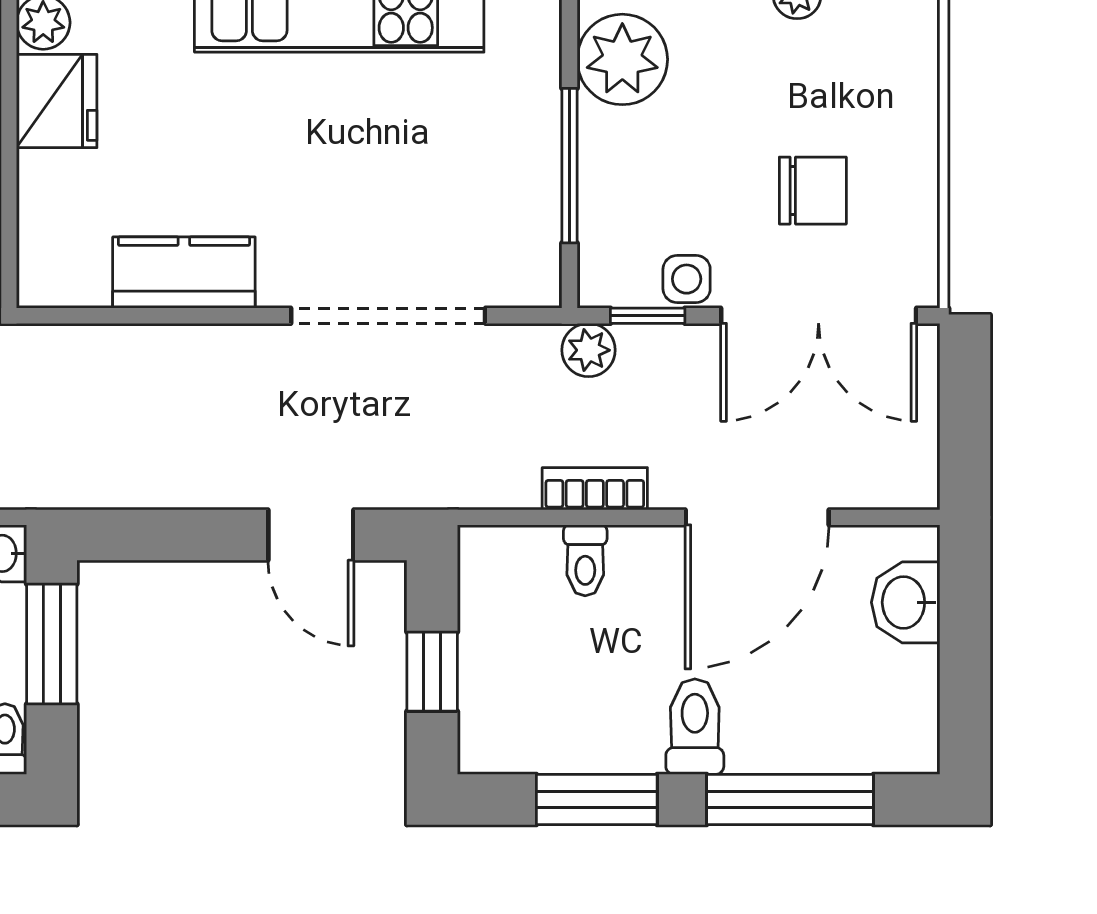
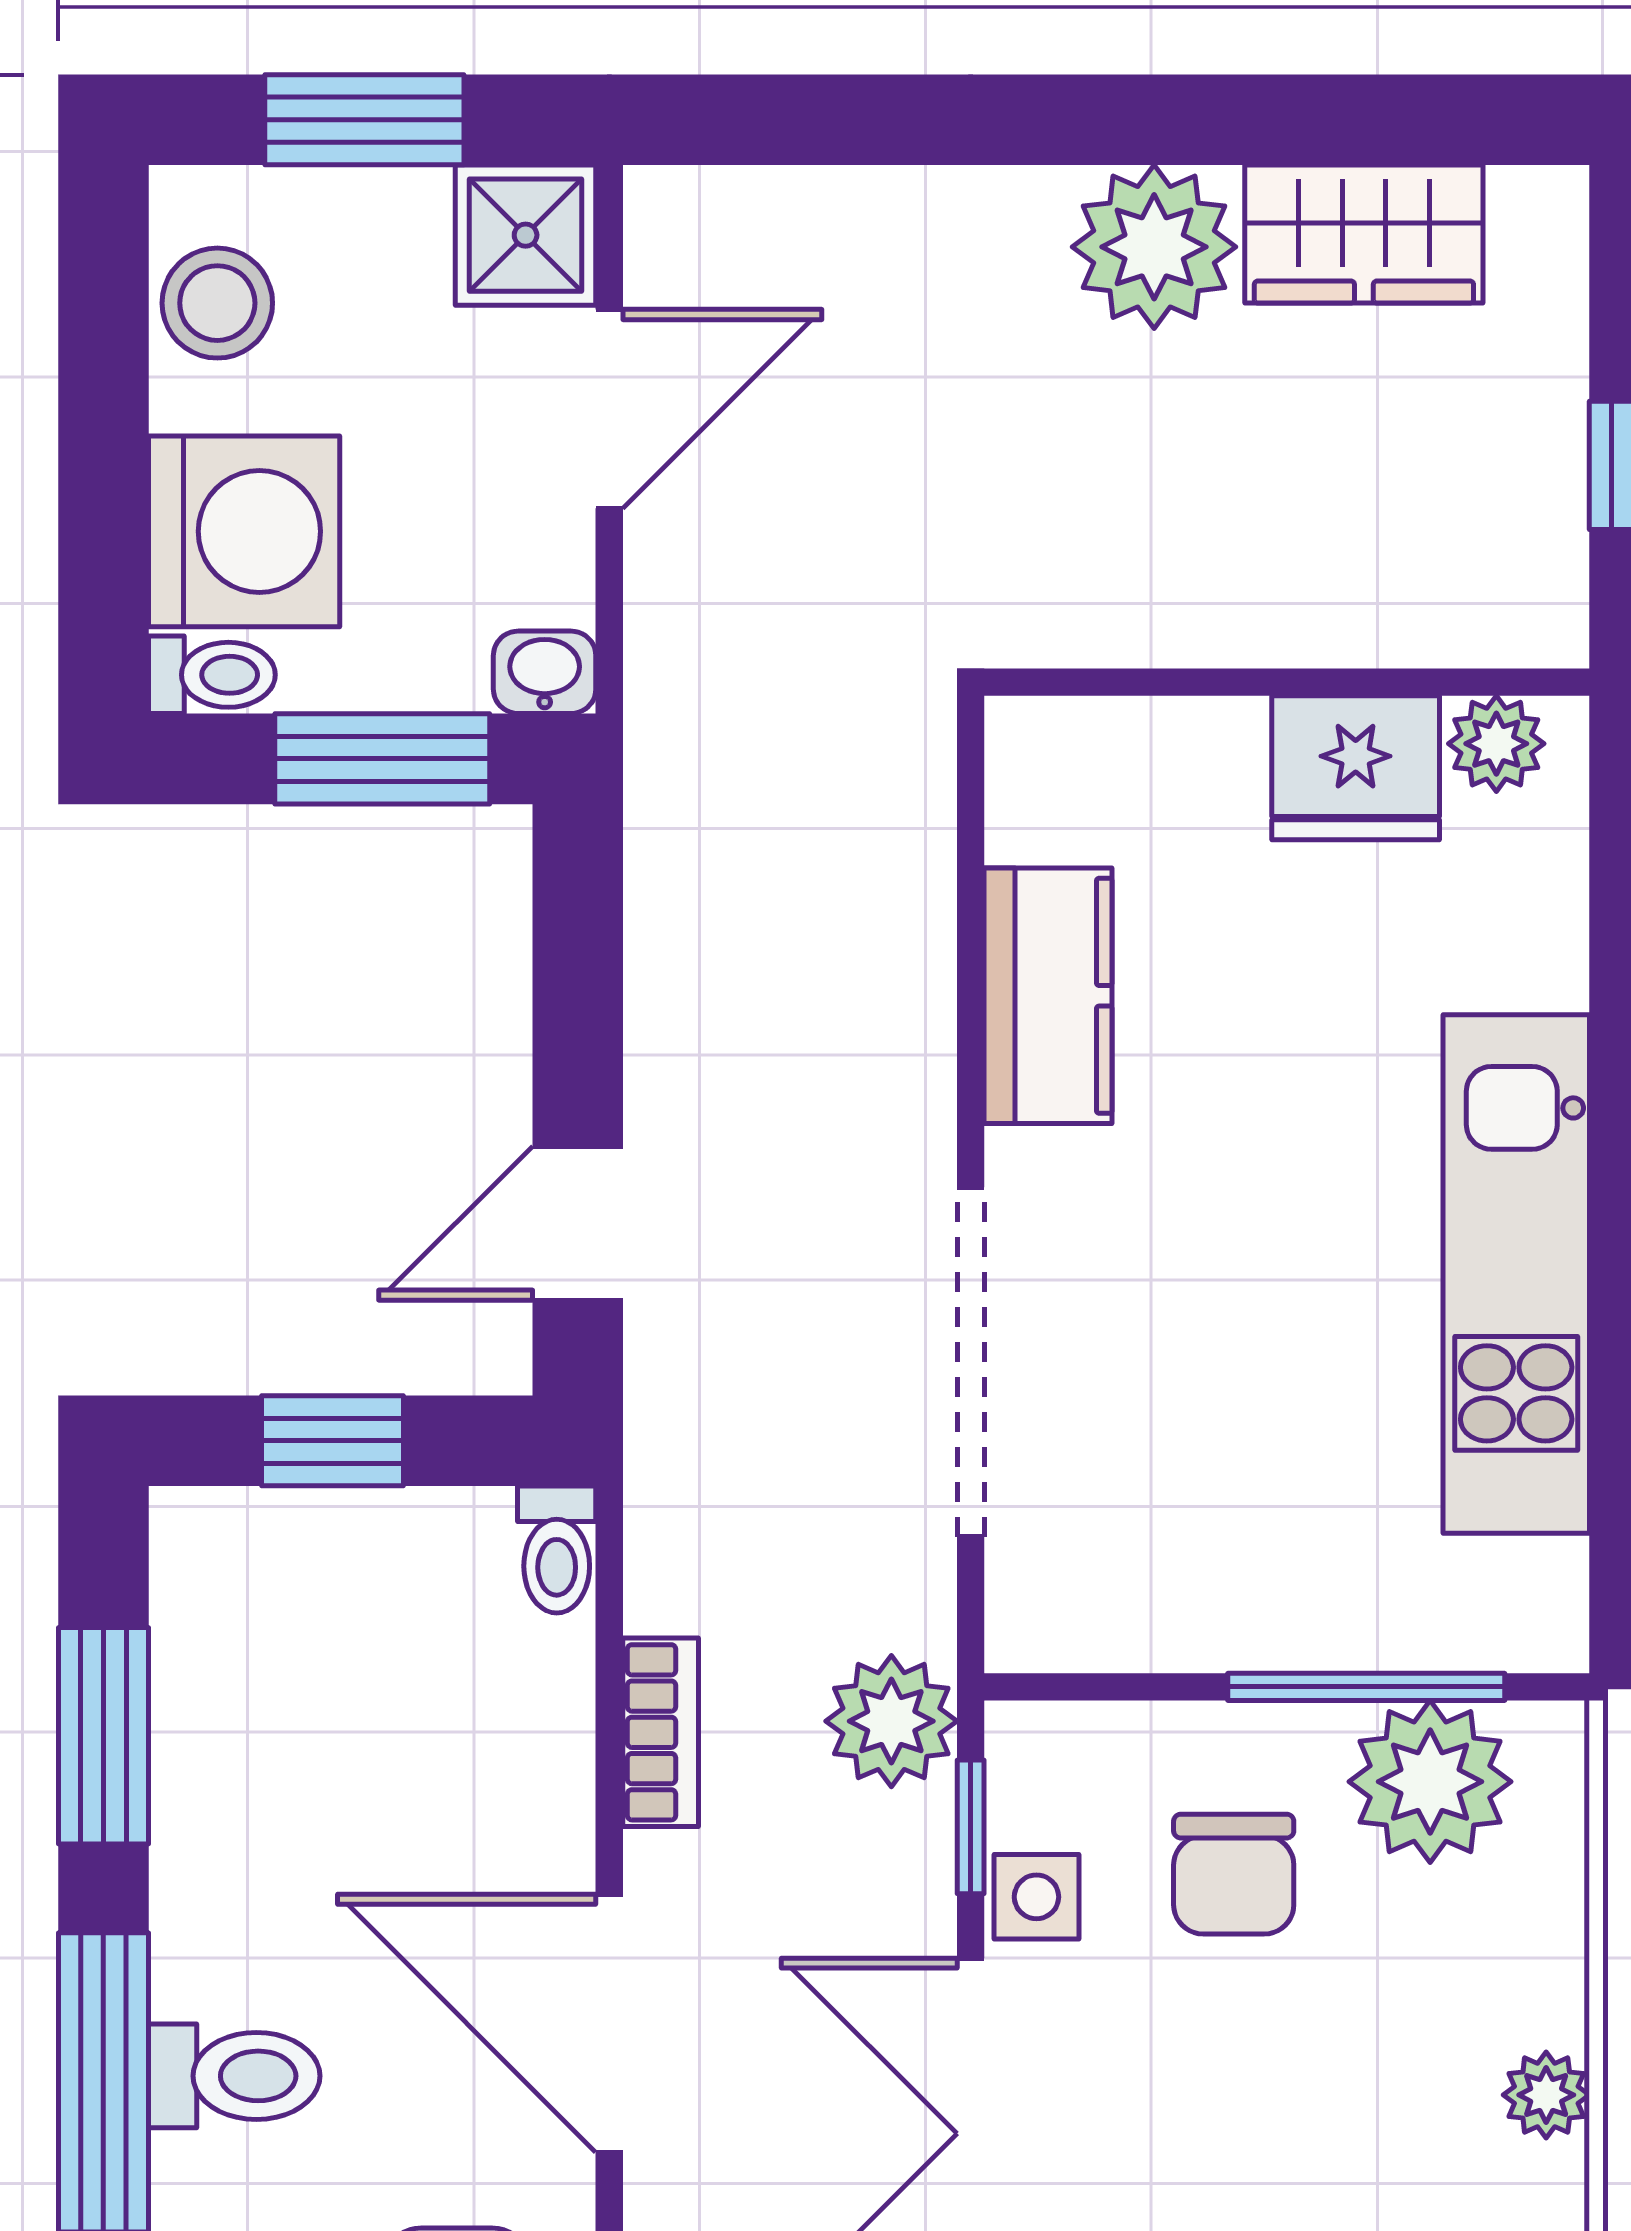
window: (569, 166) -> (1366, 1687), moved
chair: (813, 191) -> (1234, 1874), moved
plant: (589, 350) -> (891, 1721), width x1.38, depth x1.38
toilet: (585, 560) -> (557, 1550), moved, turned -90
toilet: (695, 727) -> (234, 2076), moved

